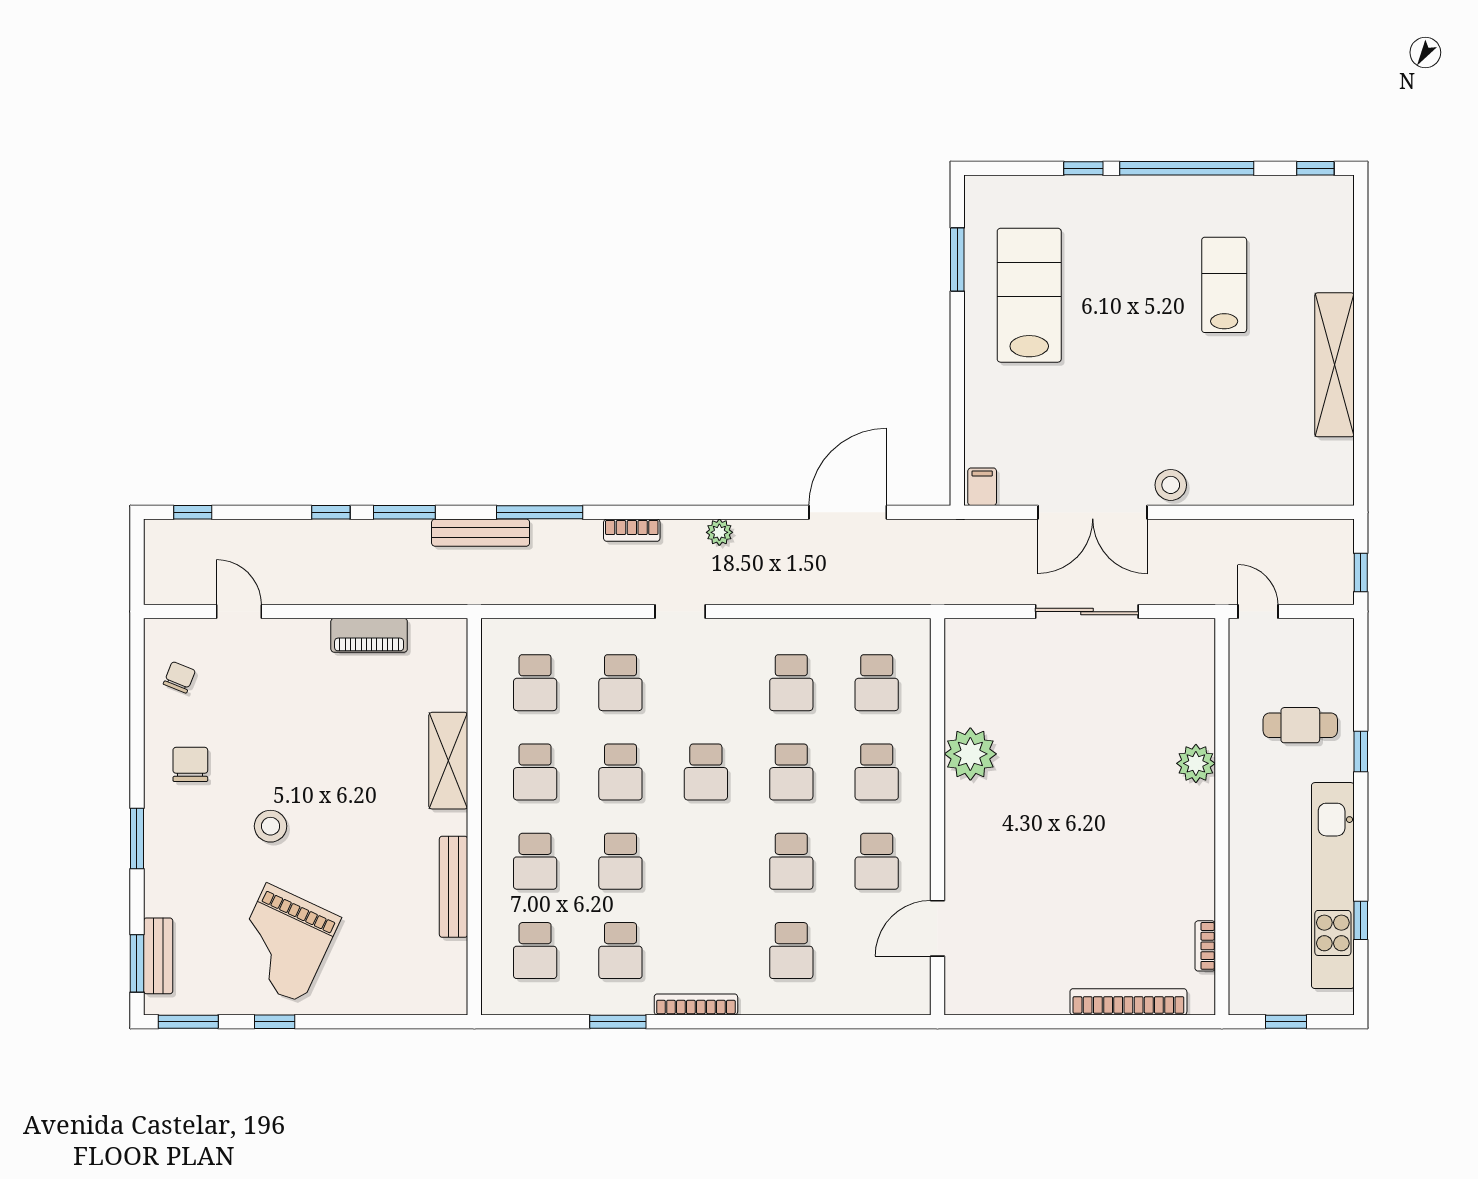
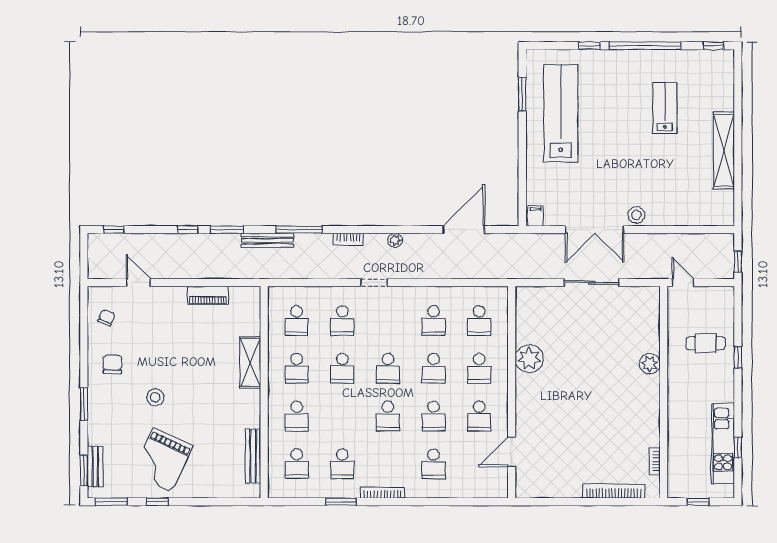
lab bench: (1029, 295) -> (561, 114), width x1.36
school desk: (620, 861) -> (388, 416), moved
kitchen unit: (1333, 886) -> (723, 444), width x0.73
bench: (454, 887) -> (253, 456), moved

